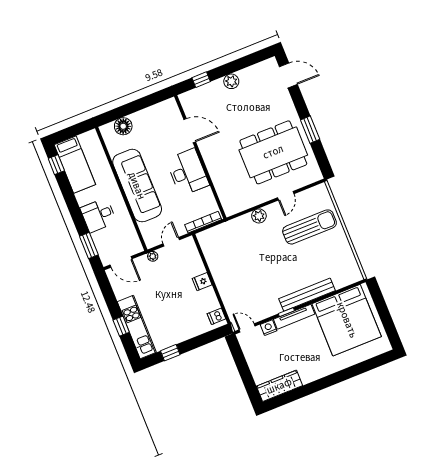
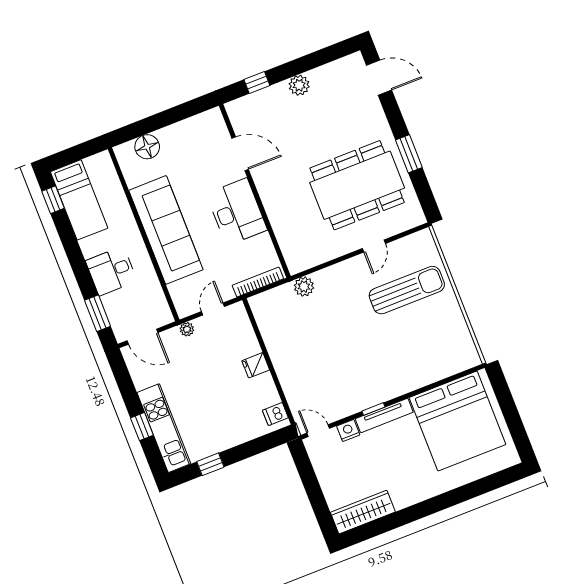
plant: (259, 216) -> (304, 287), moved
bench: (307, 295) -> (402, 385), removed

